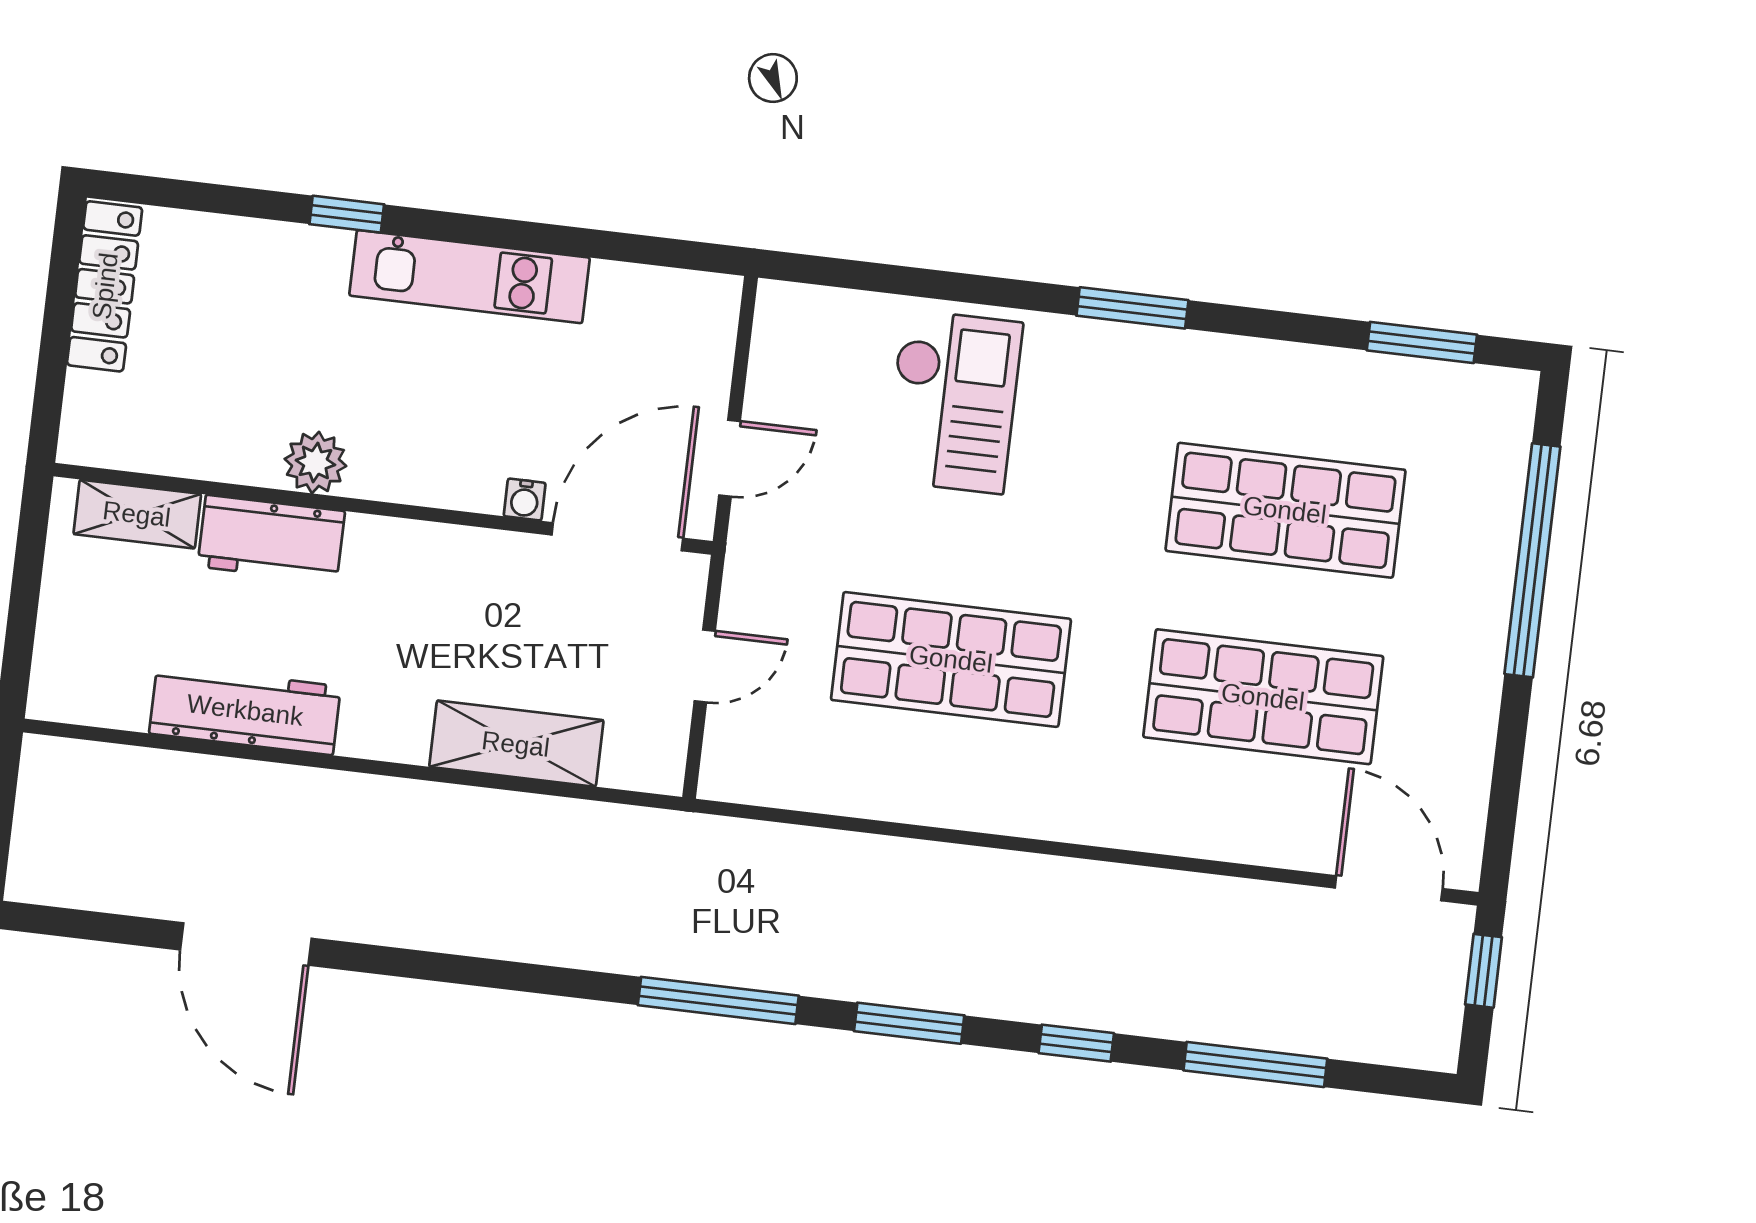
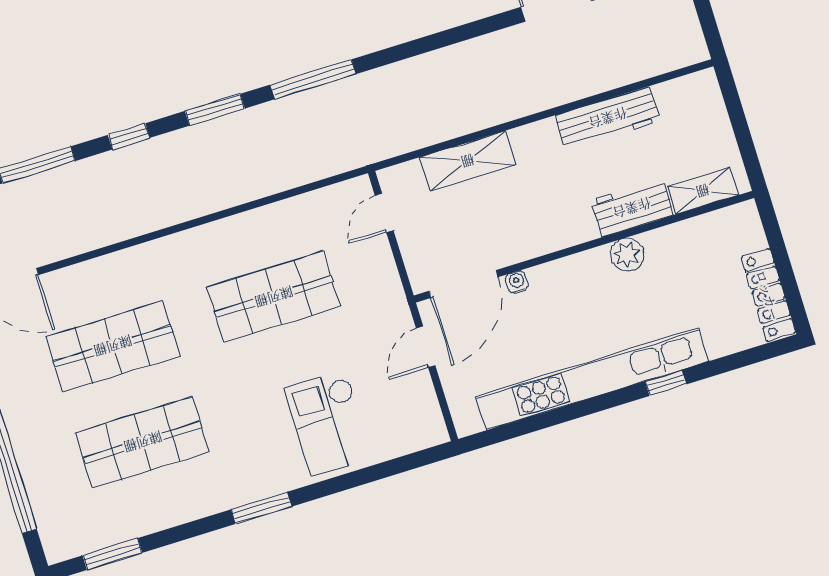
kitchen unit: (470, 277) -> (592, 379), width x1.86
door: (705, 666) -> (384, 213), moved

